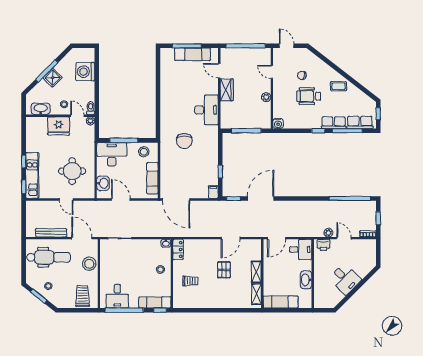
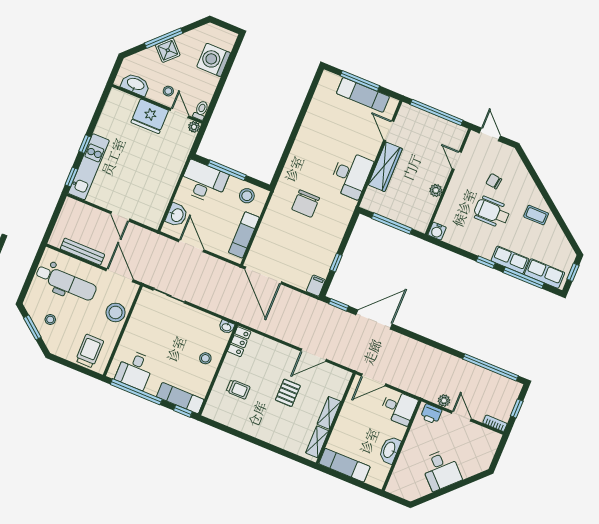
wardrobe: (227, 90) -> (385, 167), width x1.50
round table: (72, 171) -> (143, 183), removed

